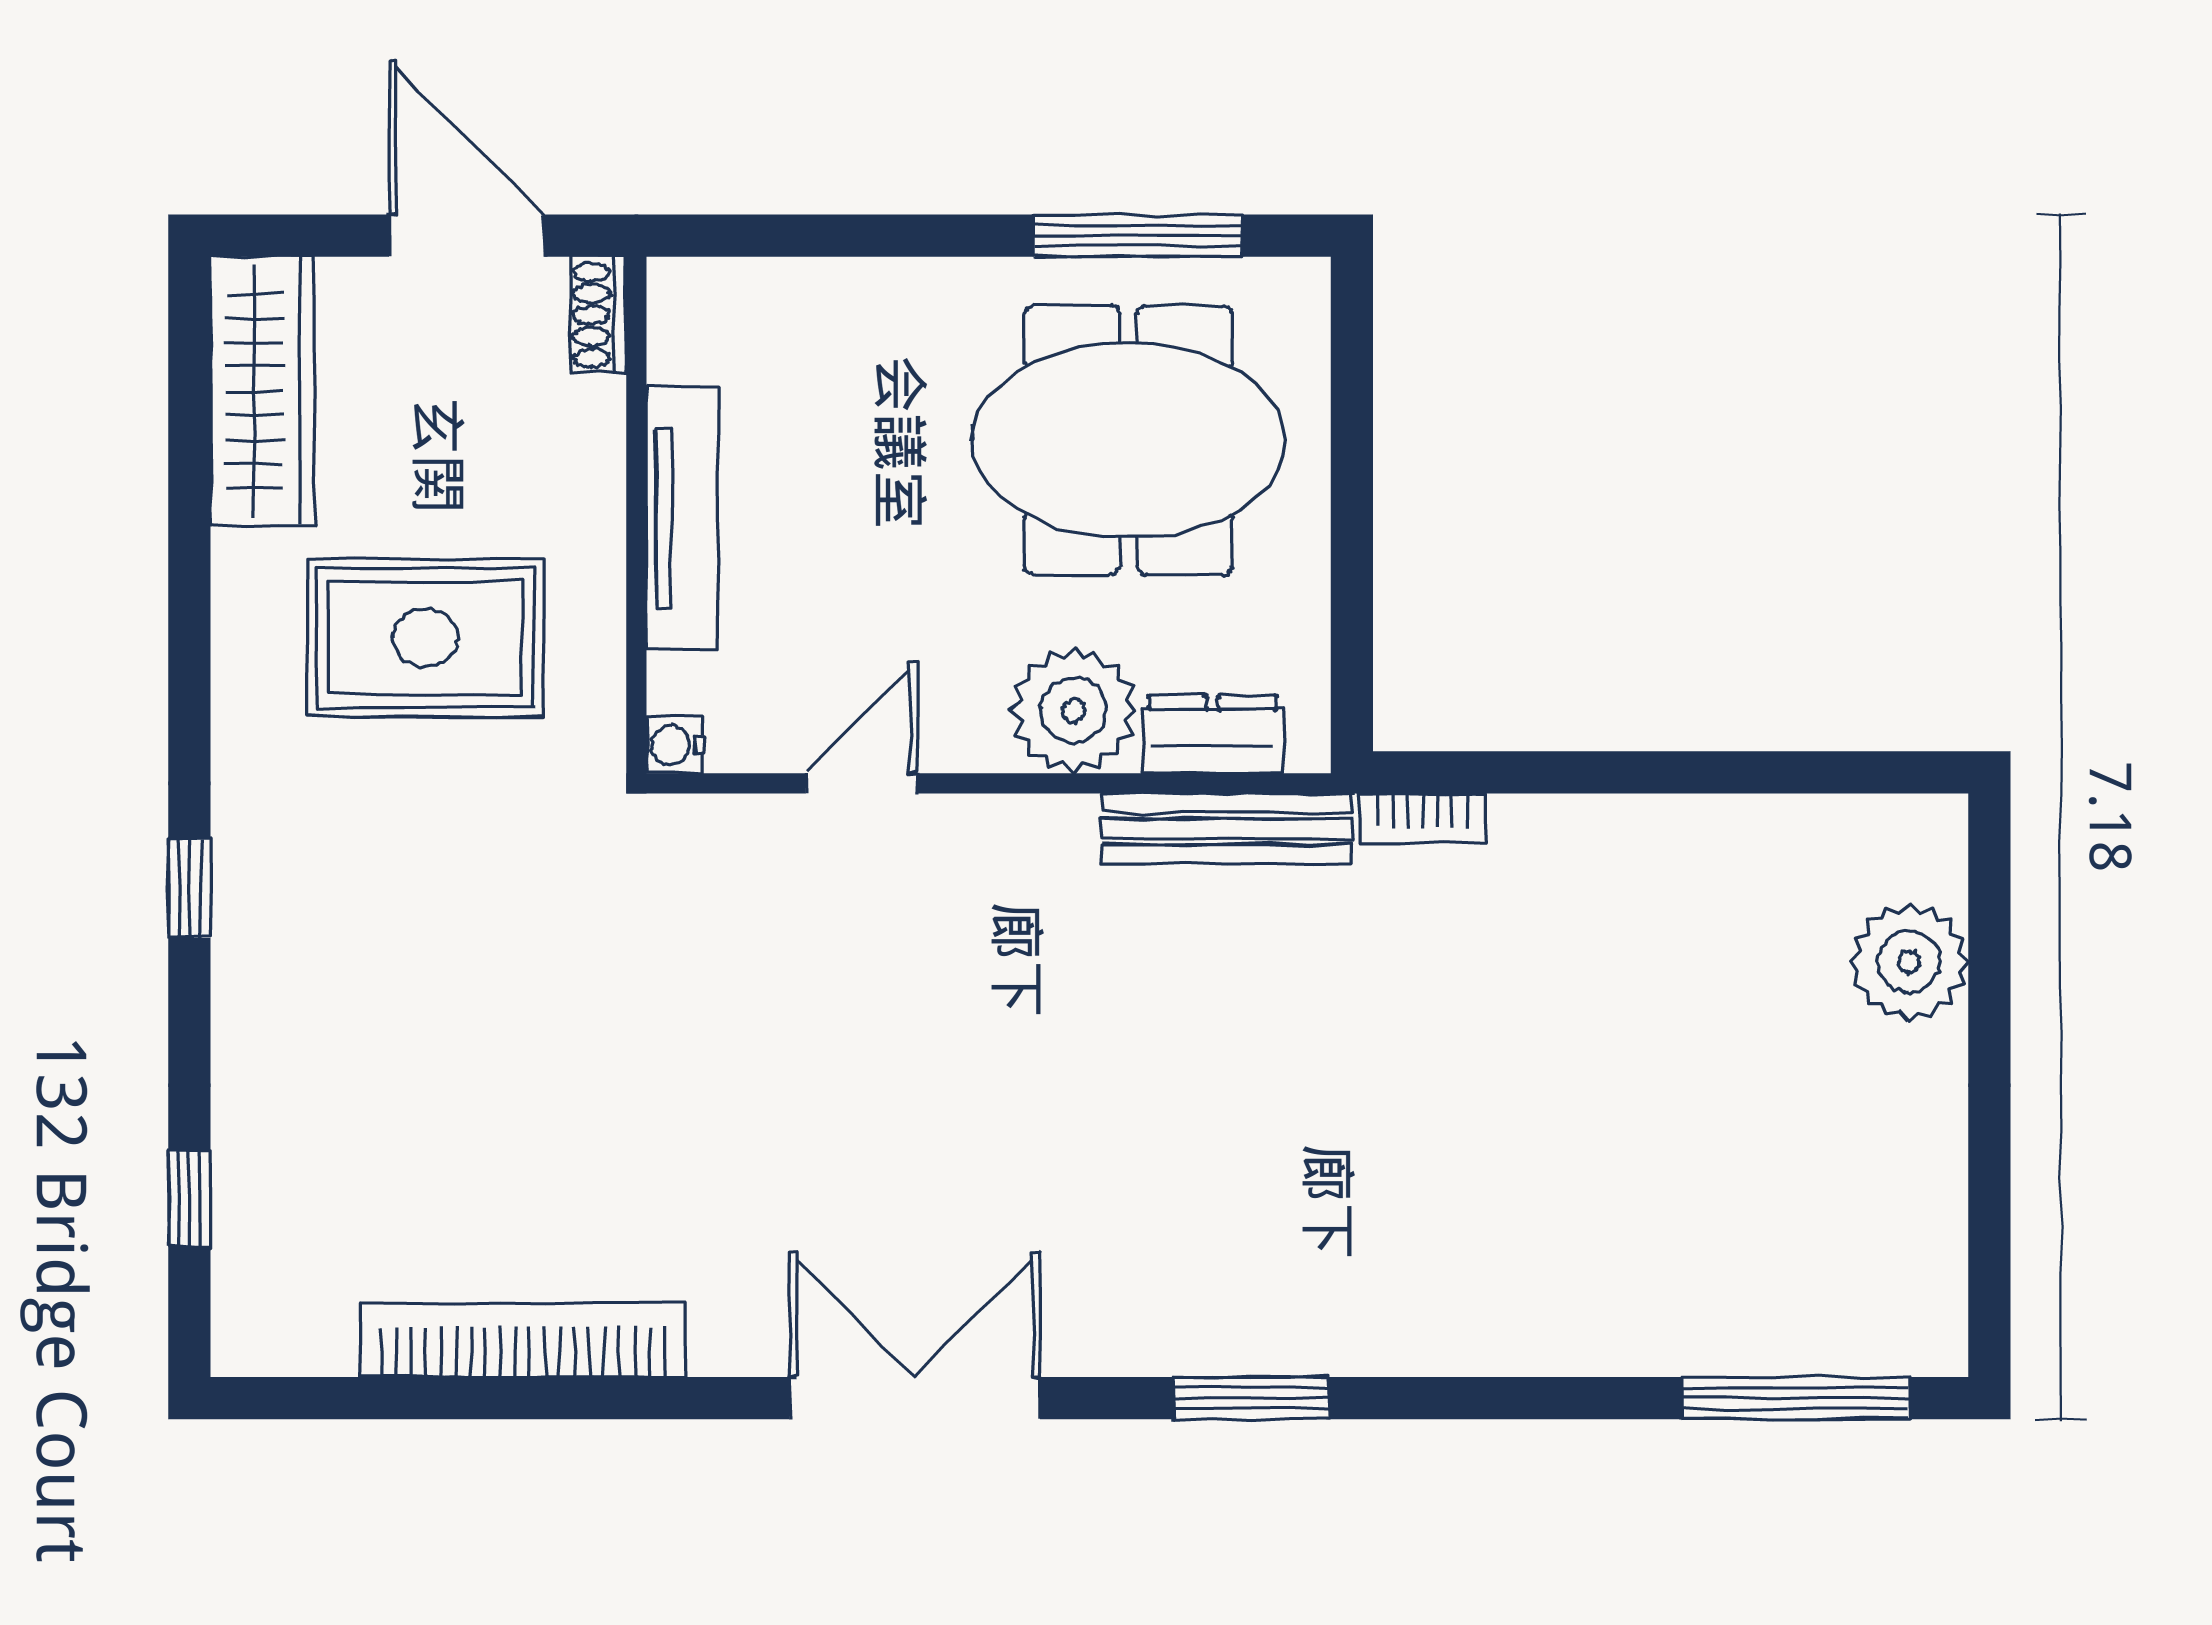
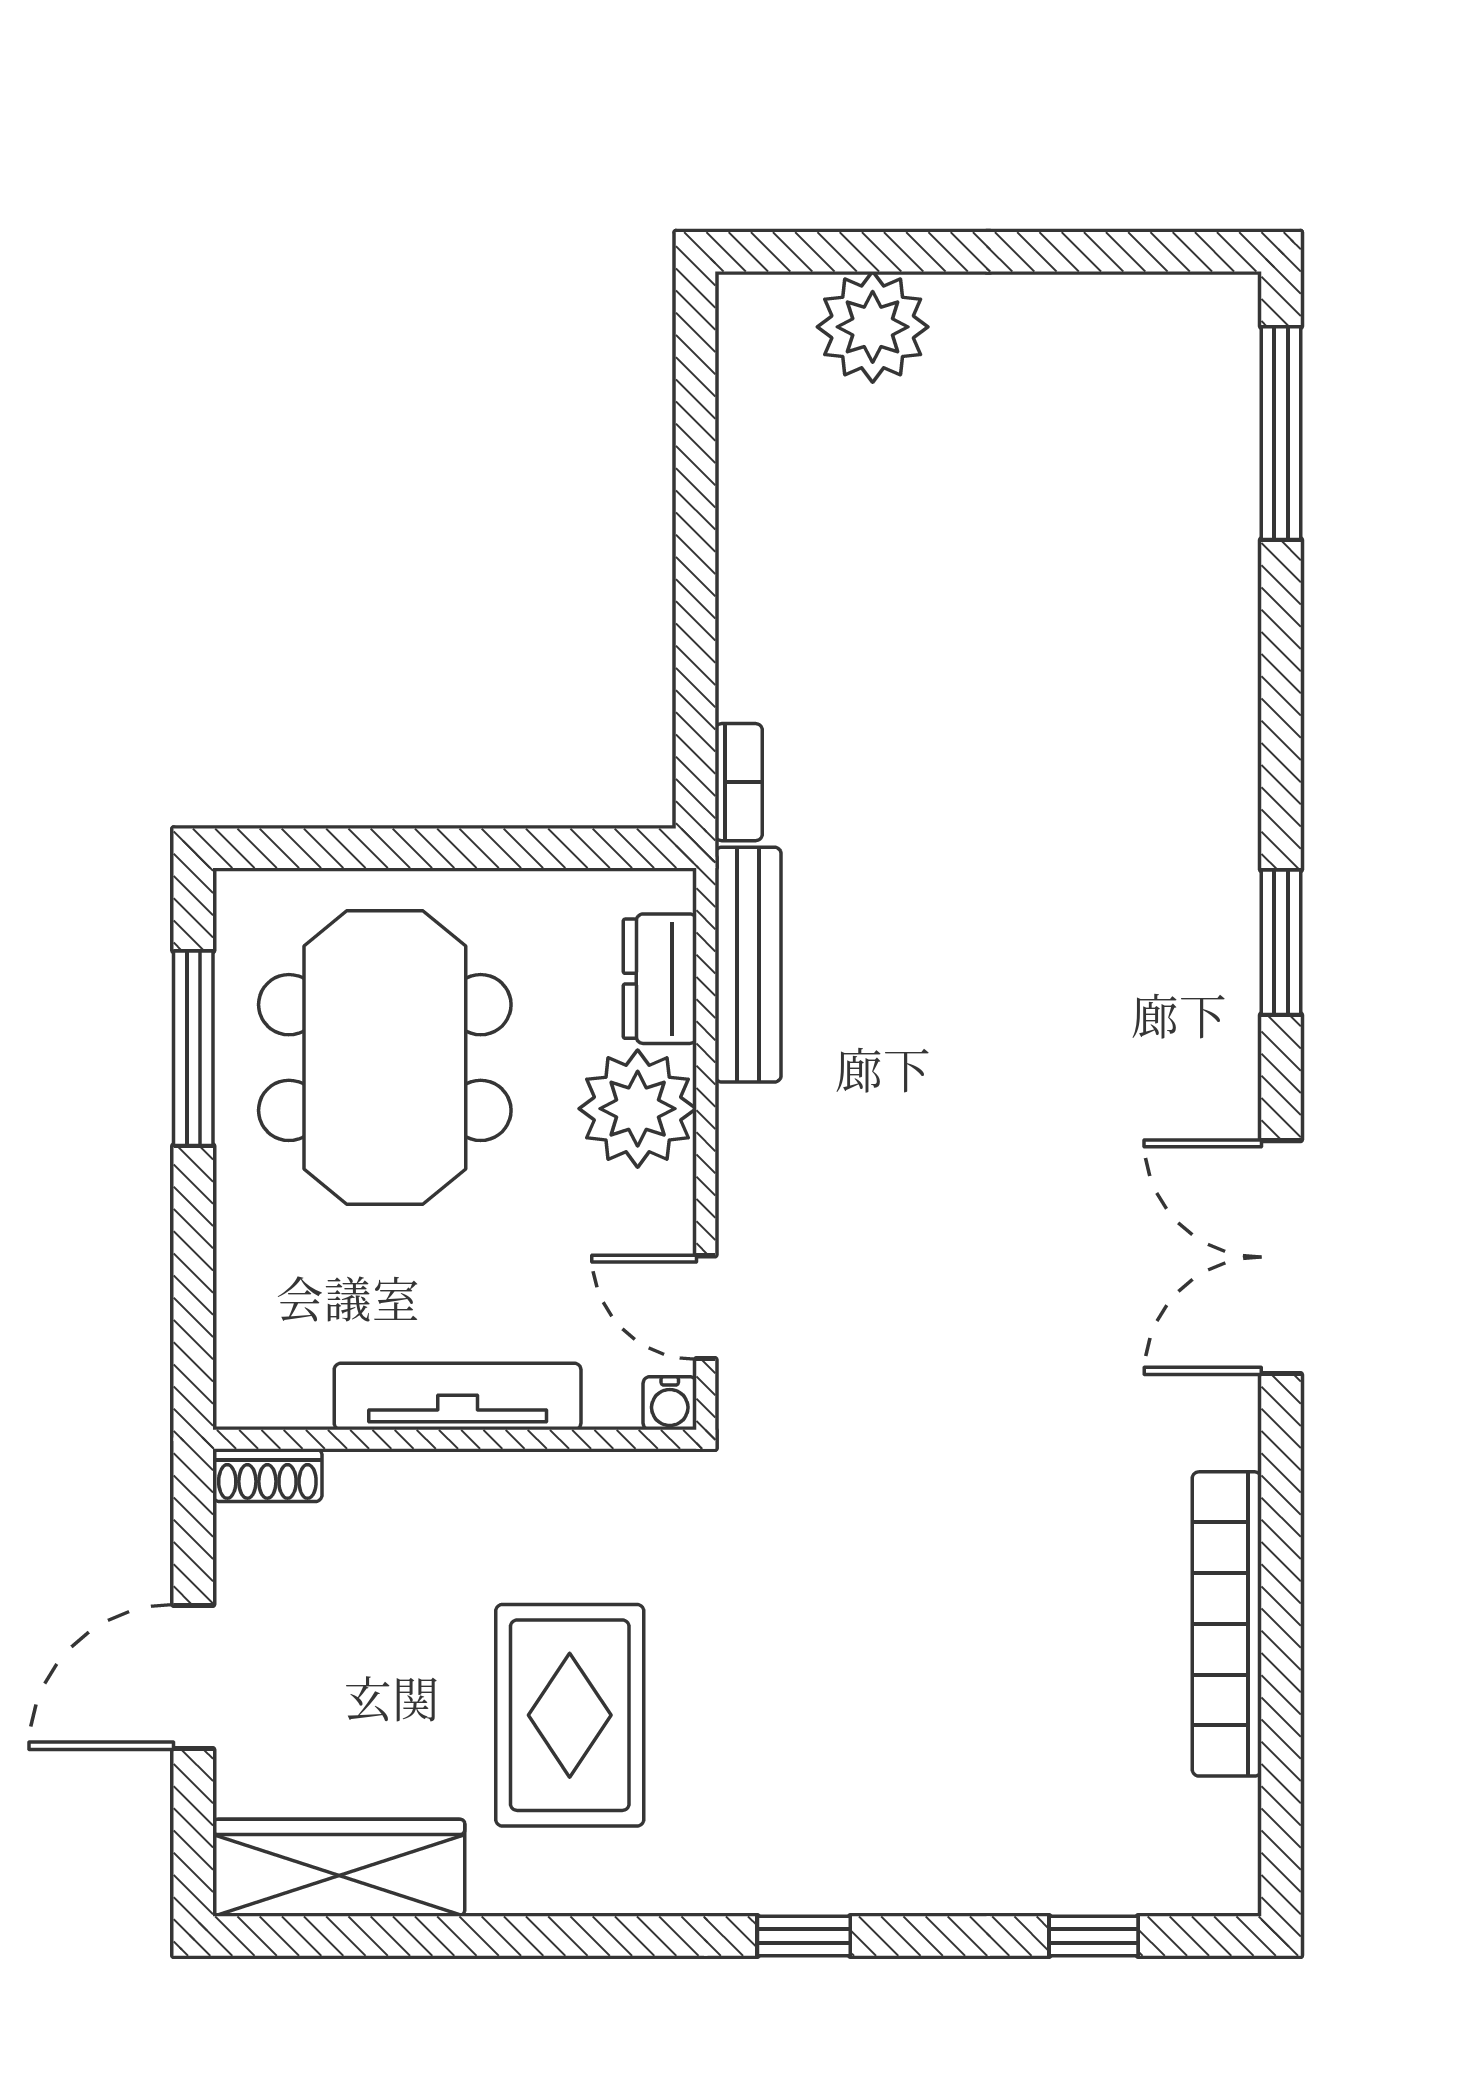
shoe rack: (598, 315) -> (267, 1475), moved
wall: (636, 515) -> (455, 1439), moved
tv unit: (682, 518) -> (458, 1396), moved
water cooler: (675, 745) -> (670, 1403), moved

